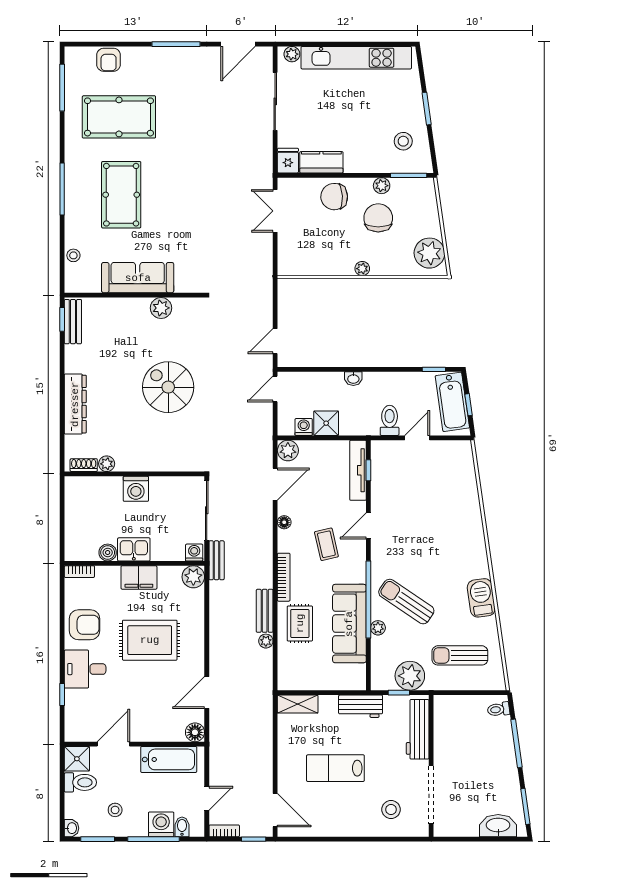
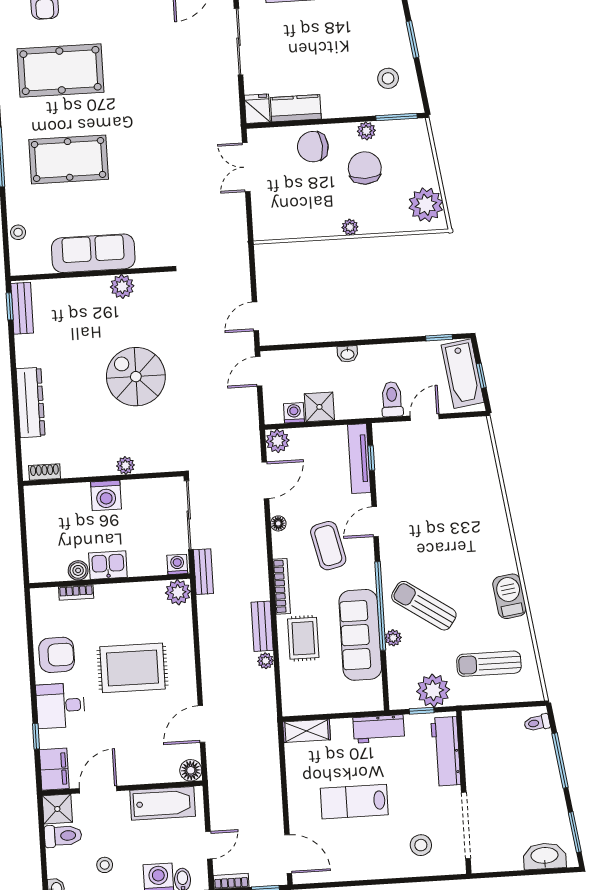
pool table: (121, 195) -> (69, 159), turned 90
plant: (107, 464) -> (125, 465), moved
coffee table: (326, 544) -> (328, 546), width x1.36, depth x1.30
bookcase: (79, 572) -> (76, 593), moved
filing cabinet: (139, 577) -> (54, 769), moved, turned -90

